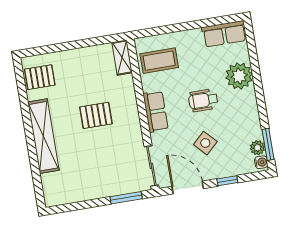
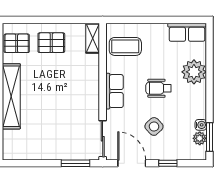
pallet: (96, 115) -> (51, 43), moved
water cooler: (261, 162) -> (201, 125), moved

